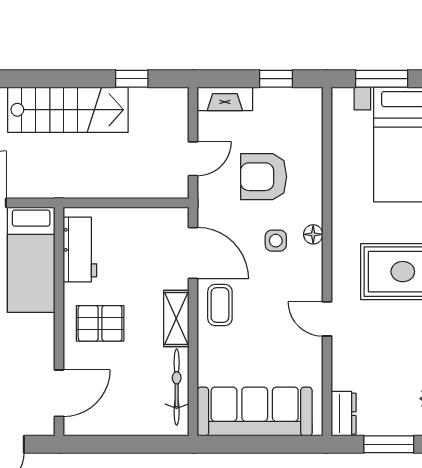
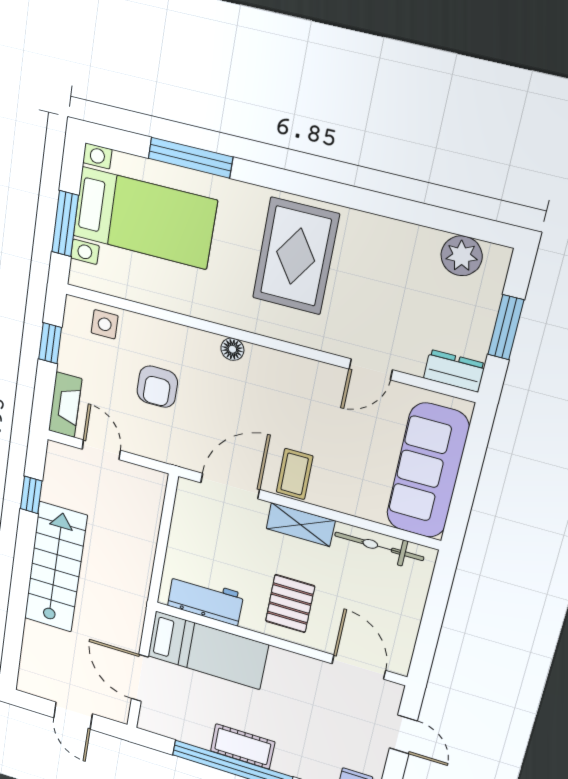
door: (193, 159) -> (101, 450), moved
armchair: (264, 177) -> (157, 387), width x0.72, depth x0.72
side table: (276, 241) -> (105, 324), moved
coffee table: (220, 305) -> (295, 474), turned 90
door: (327, 319) -> (371, 369), moved

